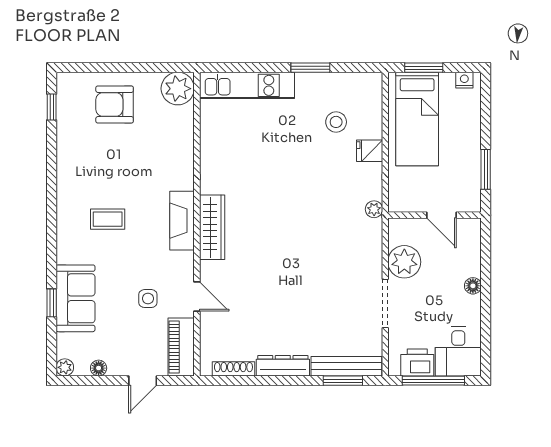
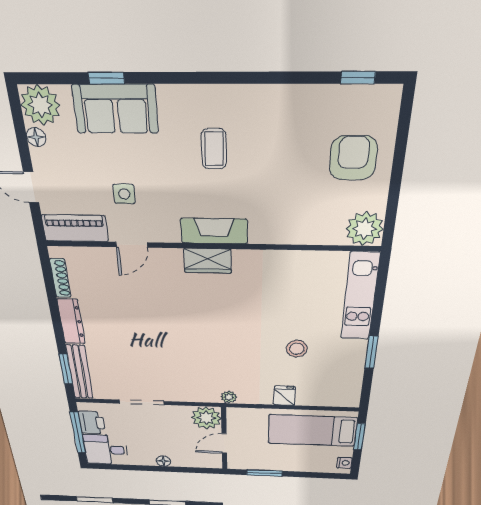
stool: (336, 122) -> (297, 349), moved
wardrobe: (212, 227) -> (208, 261), width x0.67
plant: (404, 262) -> (206, 418), moved
plant: (65, 367) -> (40, 105), width x1.88, depth x1.88

